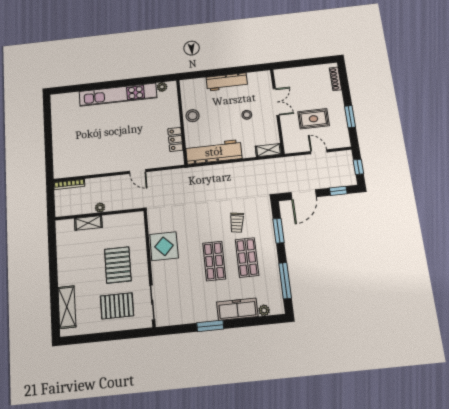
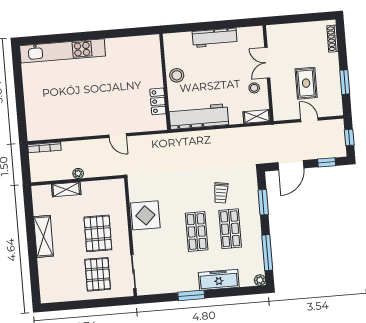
plant: (162, 87) -> (144, 41), removed
kitchen unit: (118, 95) -> (63, 51), moved
double door: (276, 102) -> (267, 63), swing flipped
stool: (247, 115) -> (254, 88), moved
rug: (314, 119) -> (306, 83), turned 90
pallet: (117, 306) -> (98, 274), turned 90
shelving: (67, 307) -> (44, 236), moved
plant: (264, 310) -> (260, 280), moved

